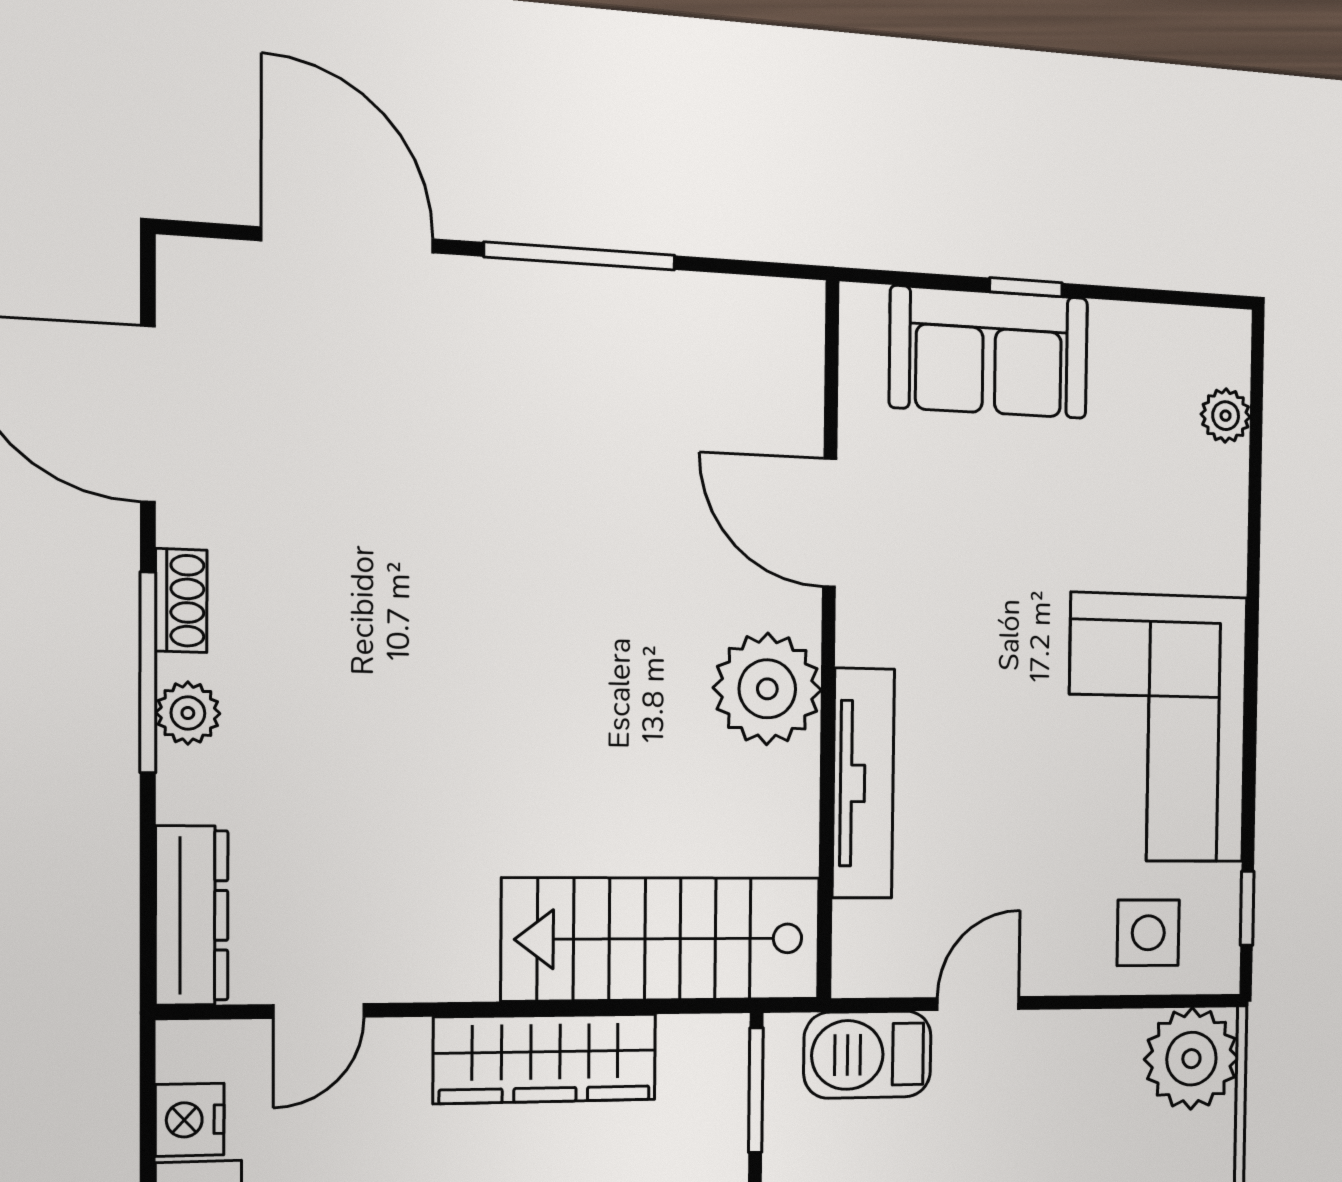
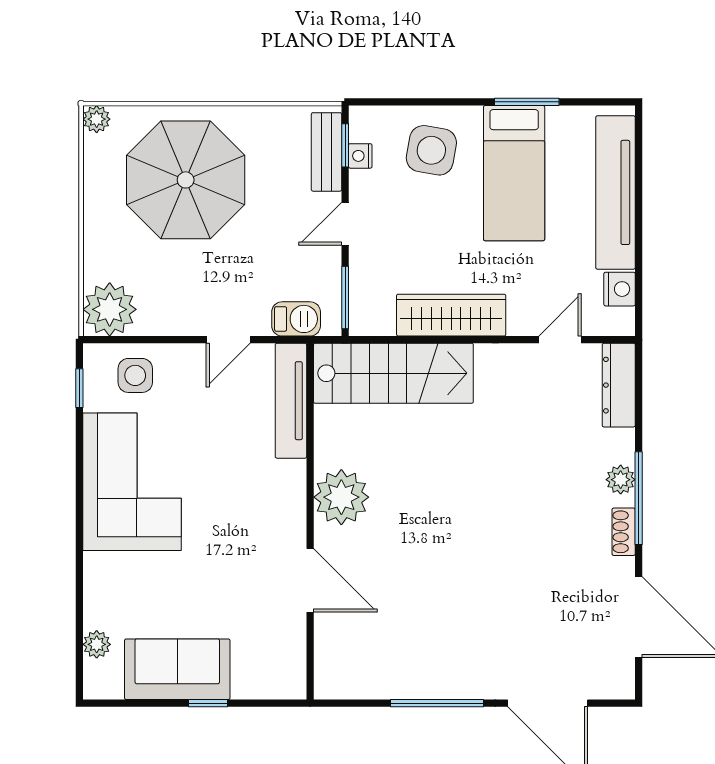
sofa: (989, 352) -> (177, 669), moved
tv unit: (863, 783) -> (291, 401), moved
barbecue: (868, 1055) -> (296, 319), width x0.73, depth x0.79

